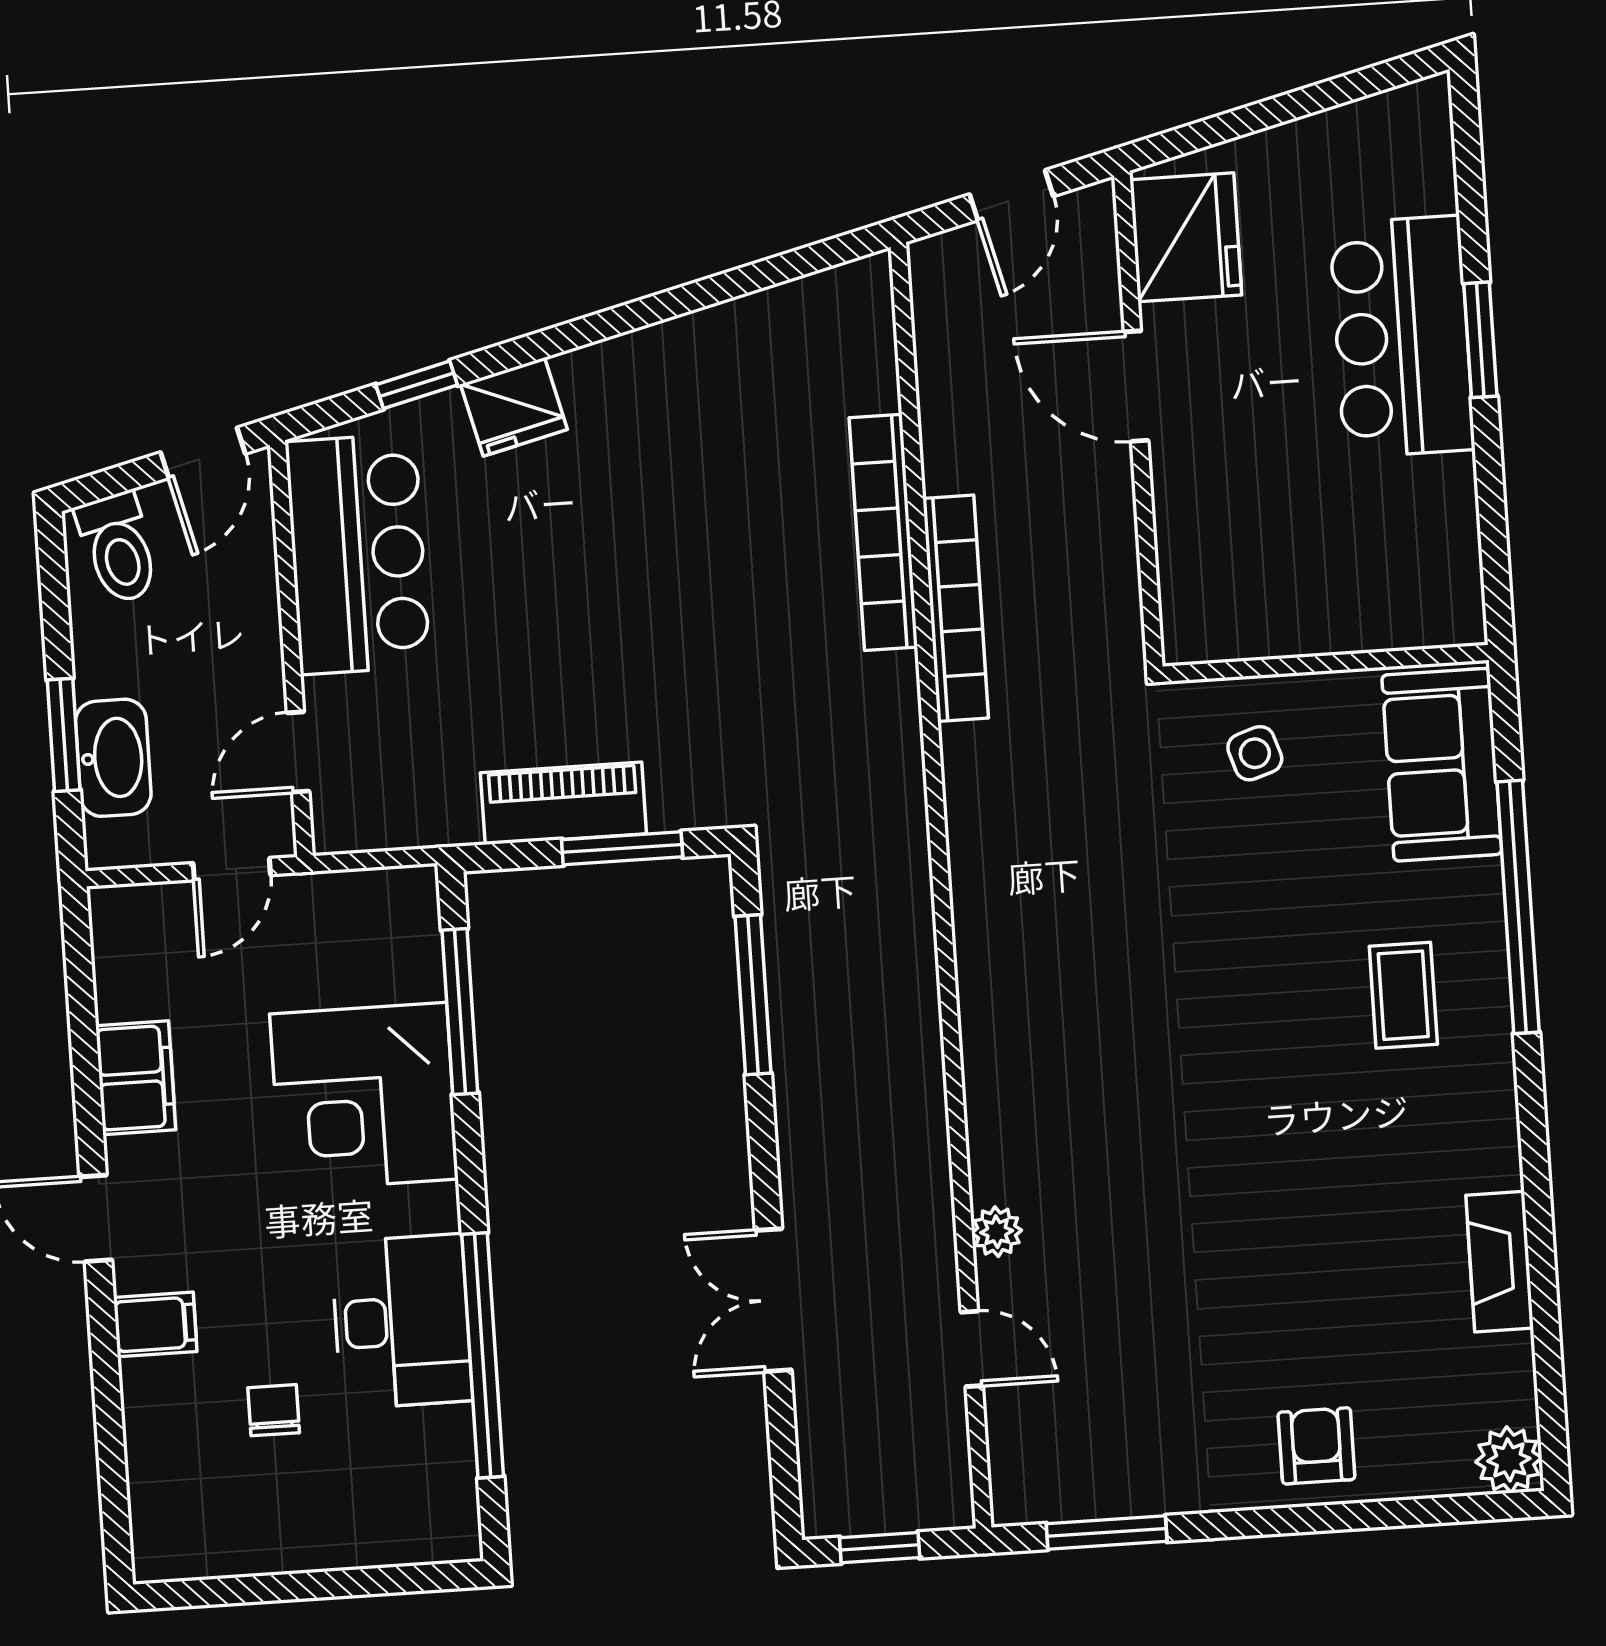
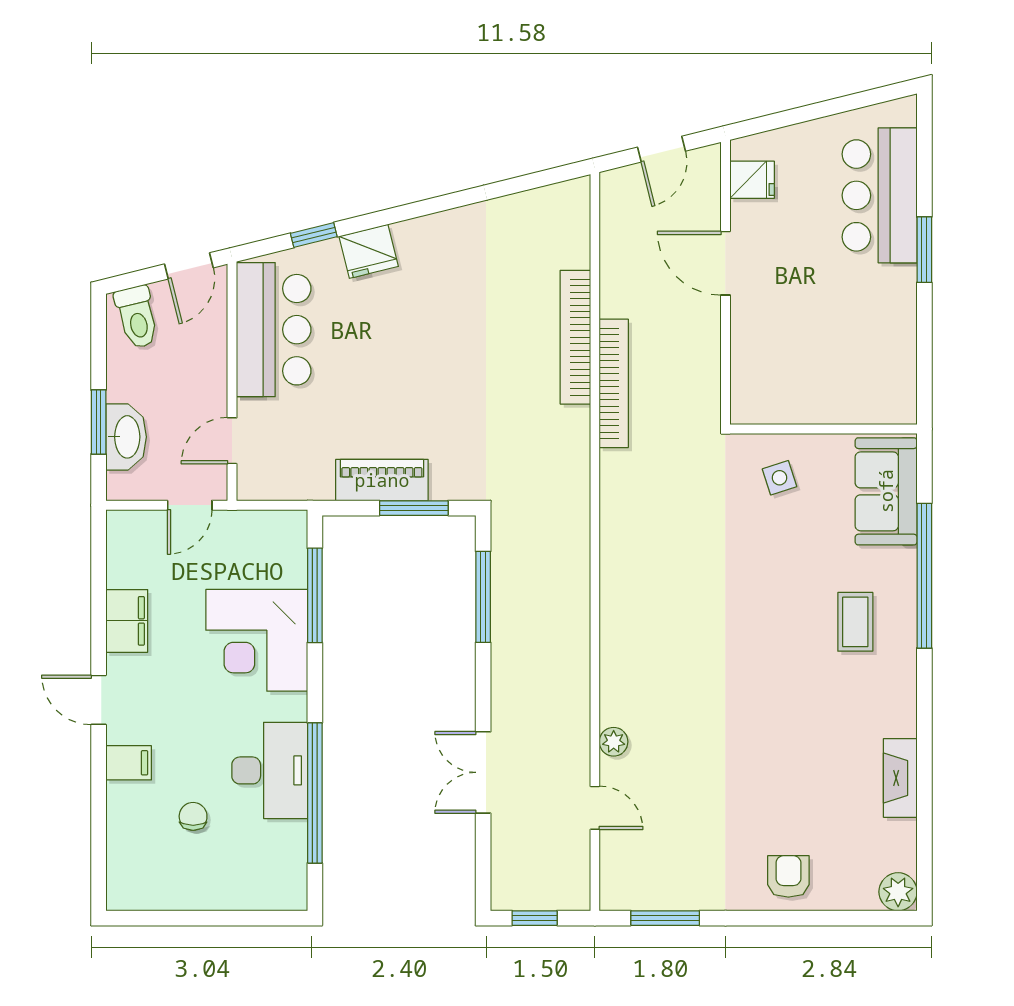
fridge: (1186, 237) -> (752, 180), width x0.53, depth x0.75
bar counter: (1402, 337) -> (880, 195), moved

